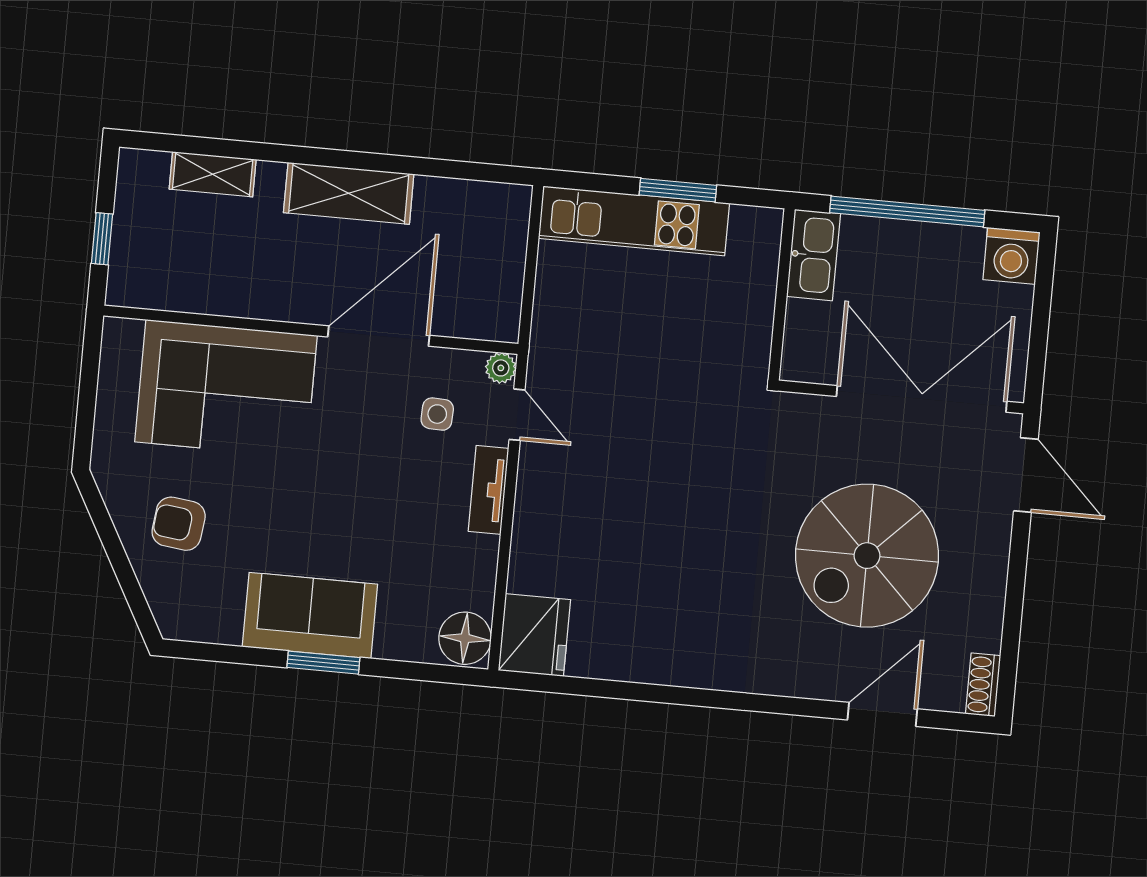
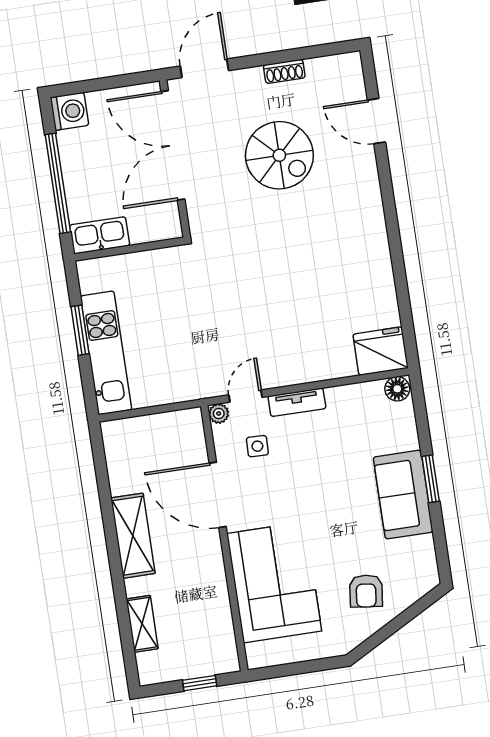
spiral stairs: (867, 556) -> (279, 155), width x0.73, depth x0.73
floor lamp: (465, 638) -> (397, 389), width x0.73, depth x0.73
shoe rack: (983, 685) -> (284, 71), moved

